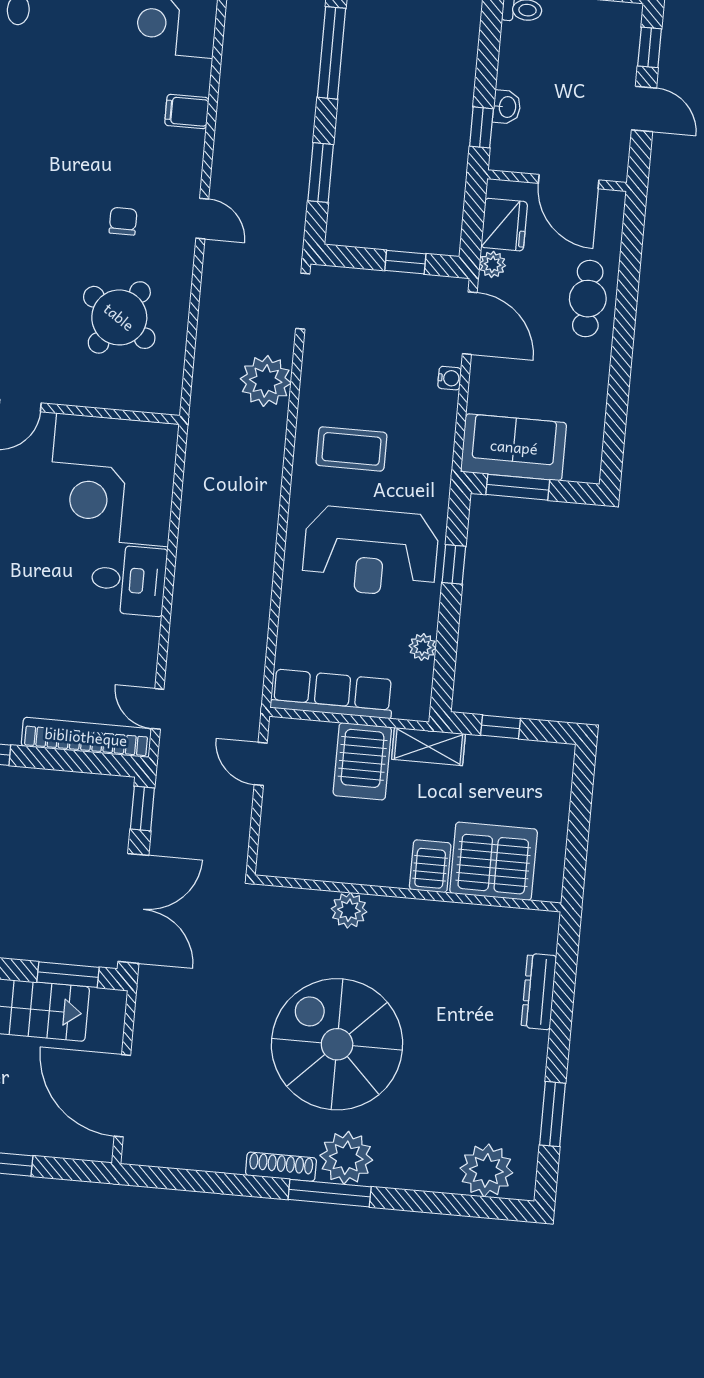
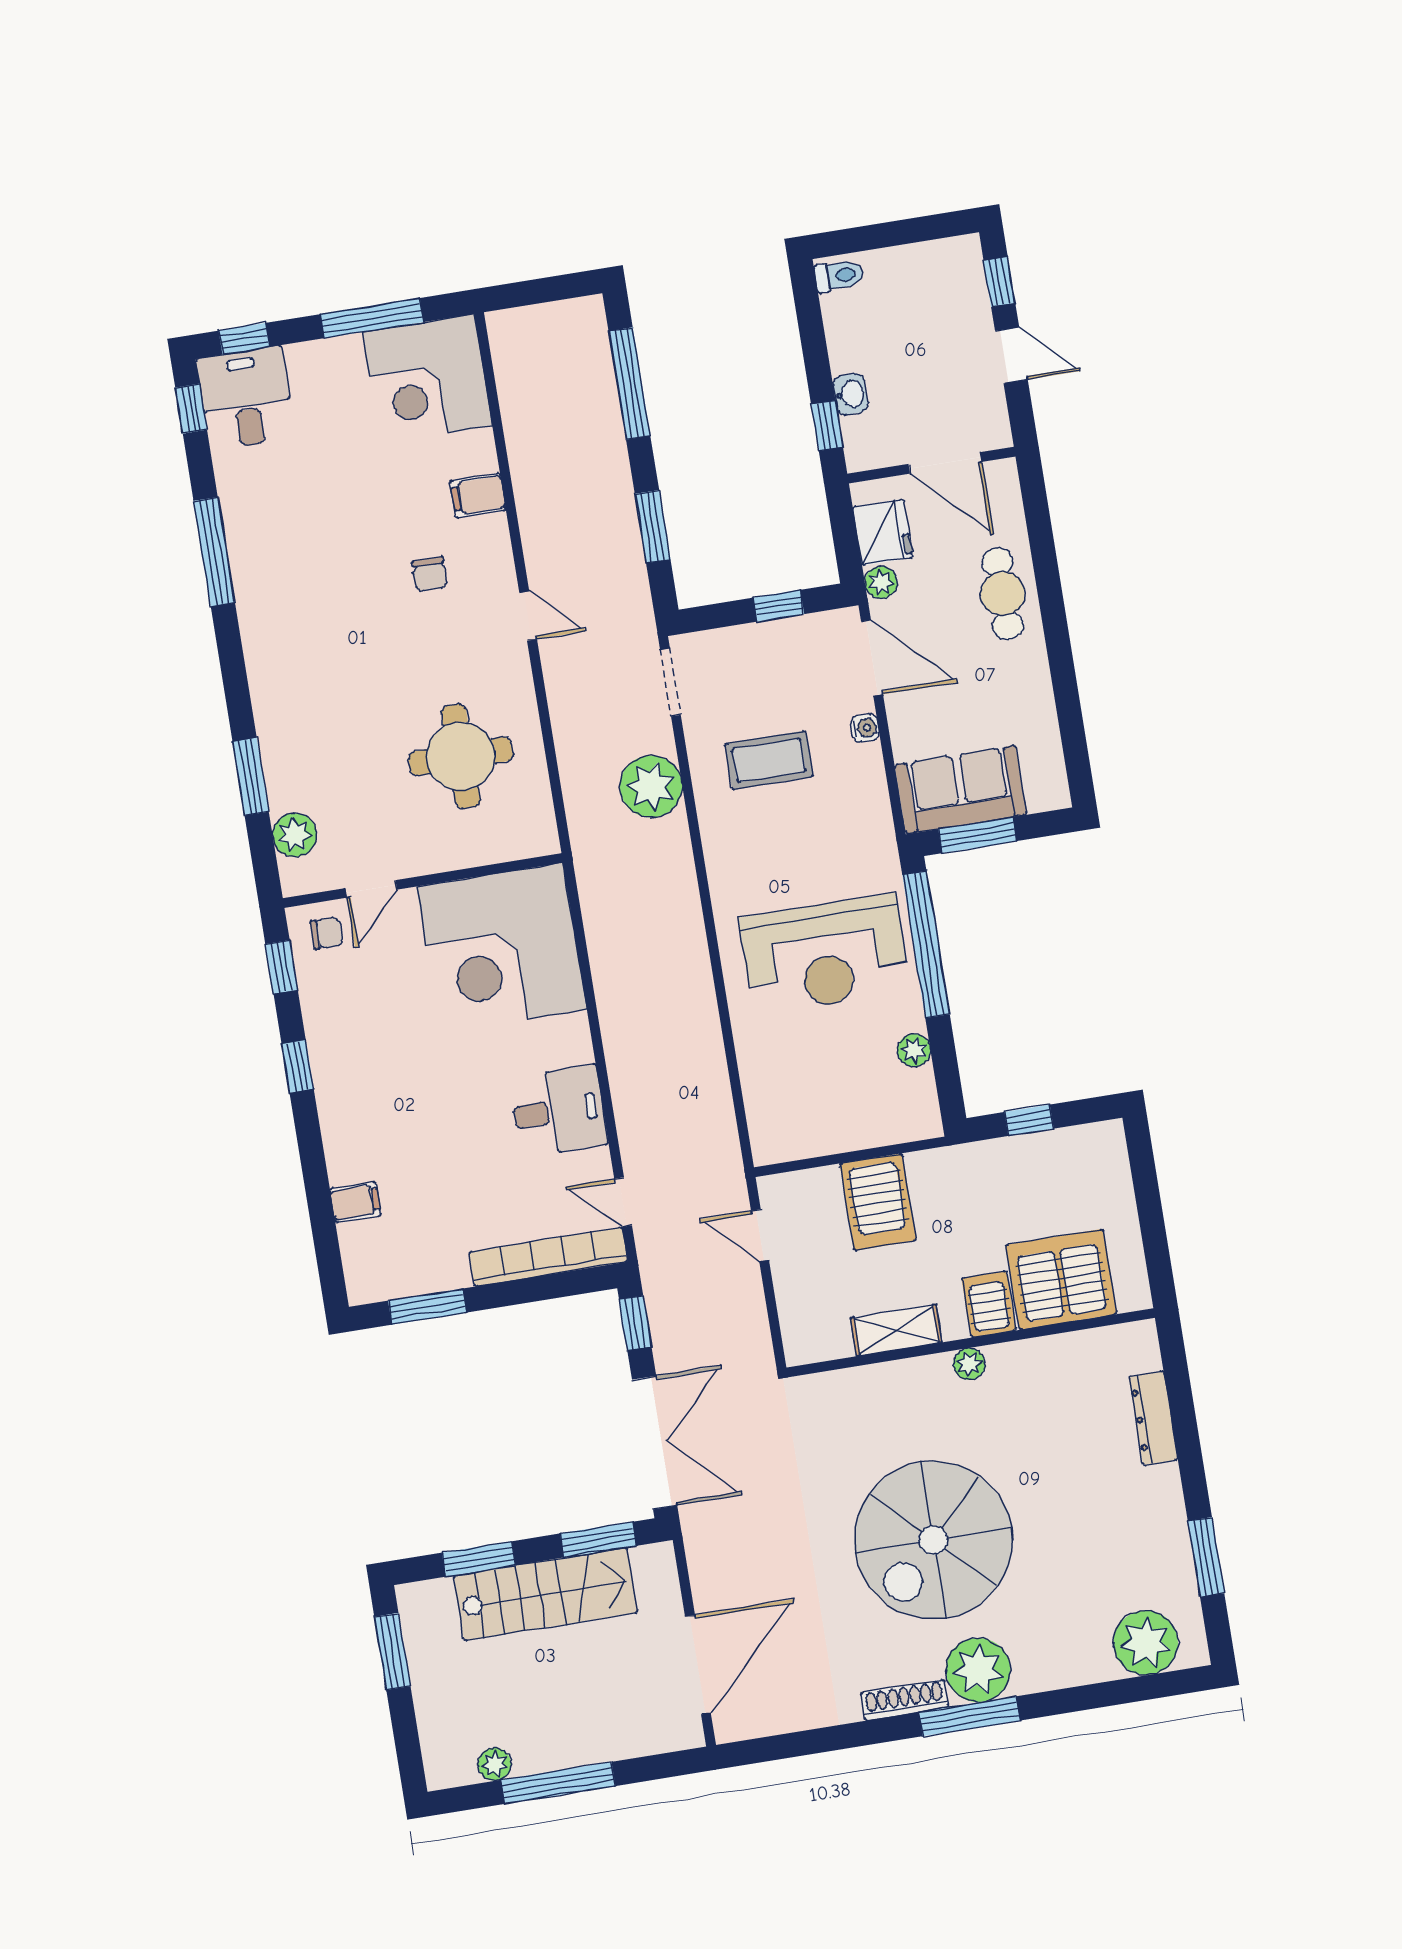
chair: (123, 221) -> (430, 574), moved, turned 180
round table: (119, 317) -> (461, 756), turned -34
coffee table: (351, 449) -> (769, 760), moved
window: (454, 564) -> (926, 944), width x3.17
desk: (129, 580) -> (559, 1111), moved
row of seats: (332, 694) -> (823, 1132), removed
shelving: (428, 747) -> (896, 1330), moved
plant: (349, 910) -> (969, 1364), moved, width x0.73, depth x0.73
spiral stairs: (337, 1044) -> (933, 1540), turned -90
door: (122, 1096) -> (698, 1665), swing flipped

